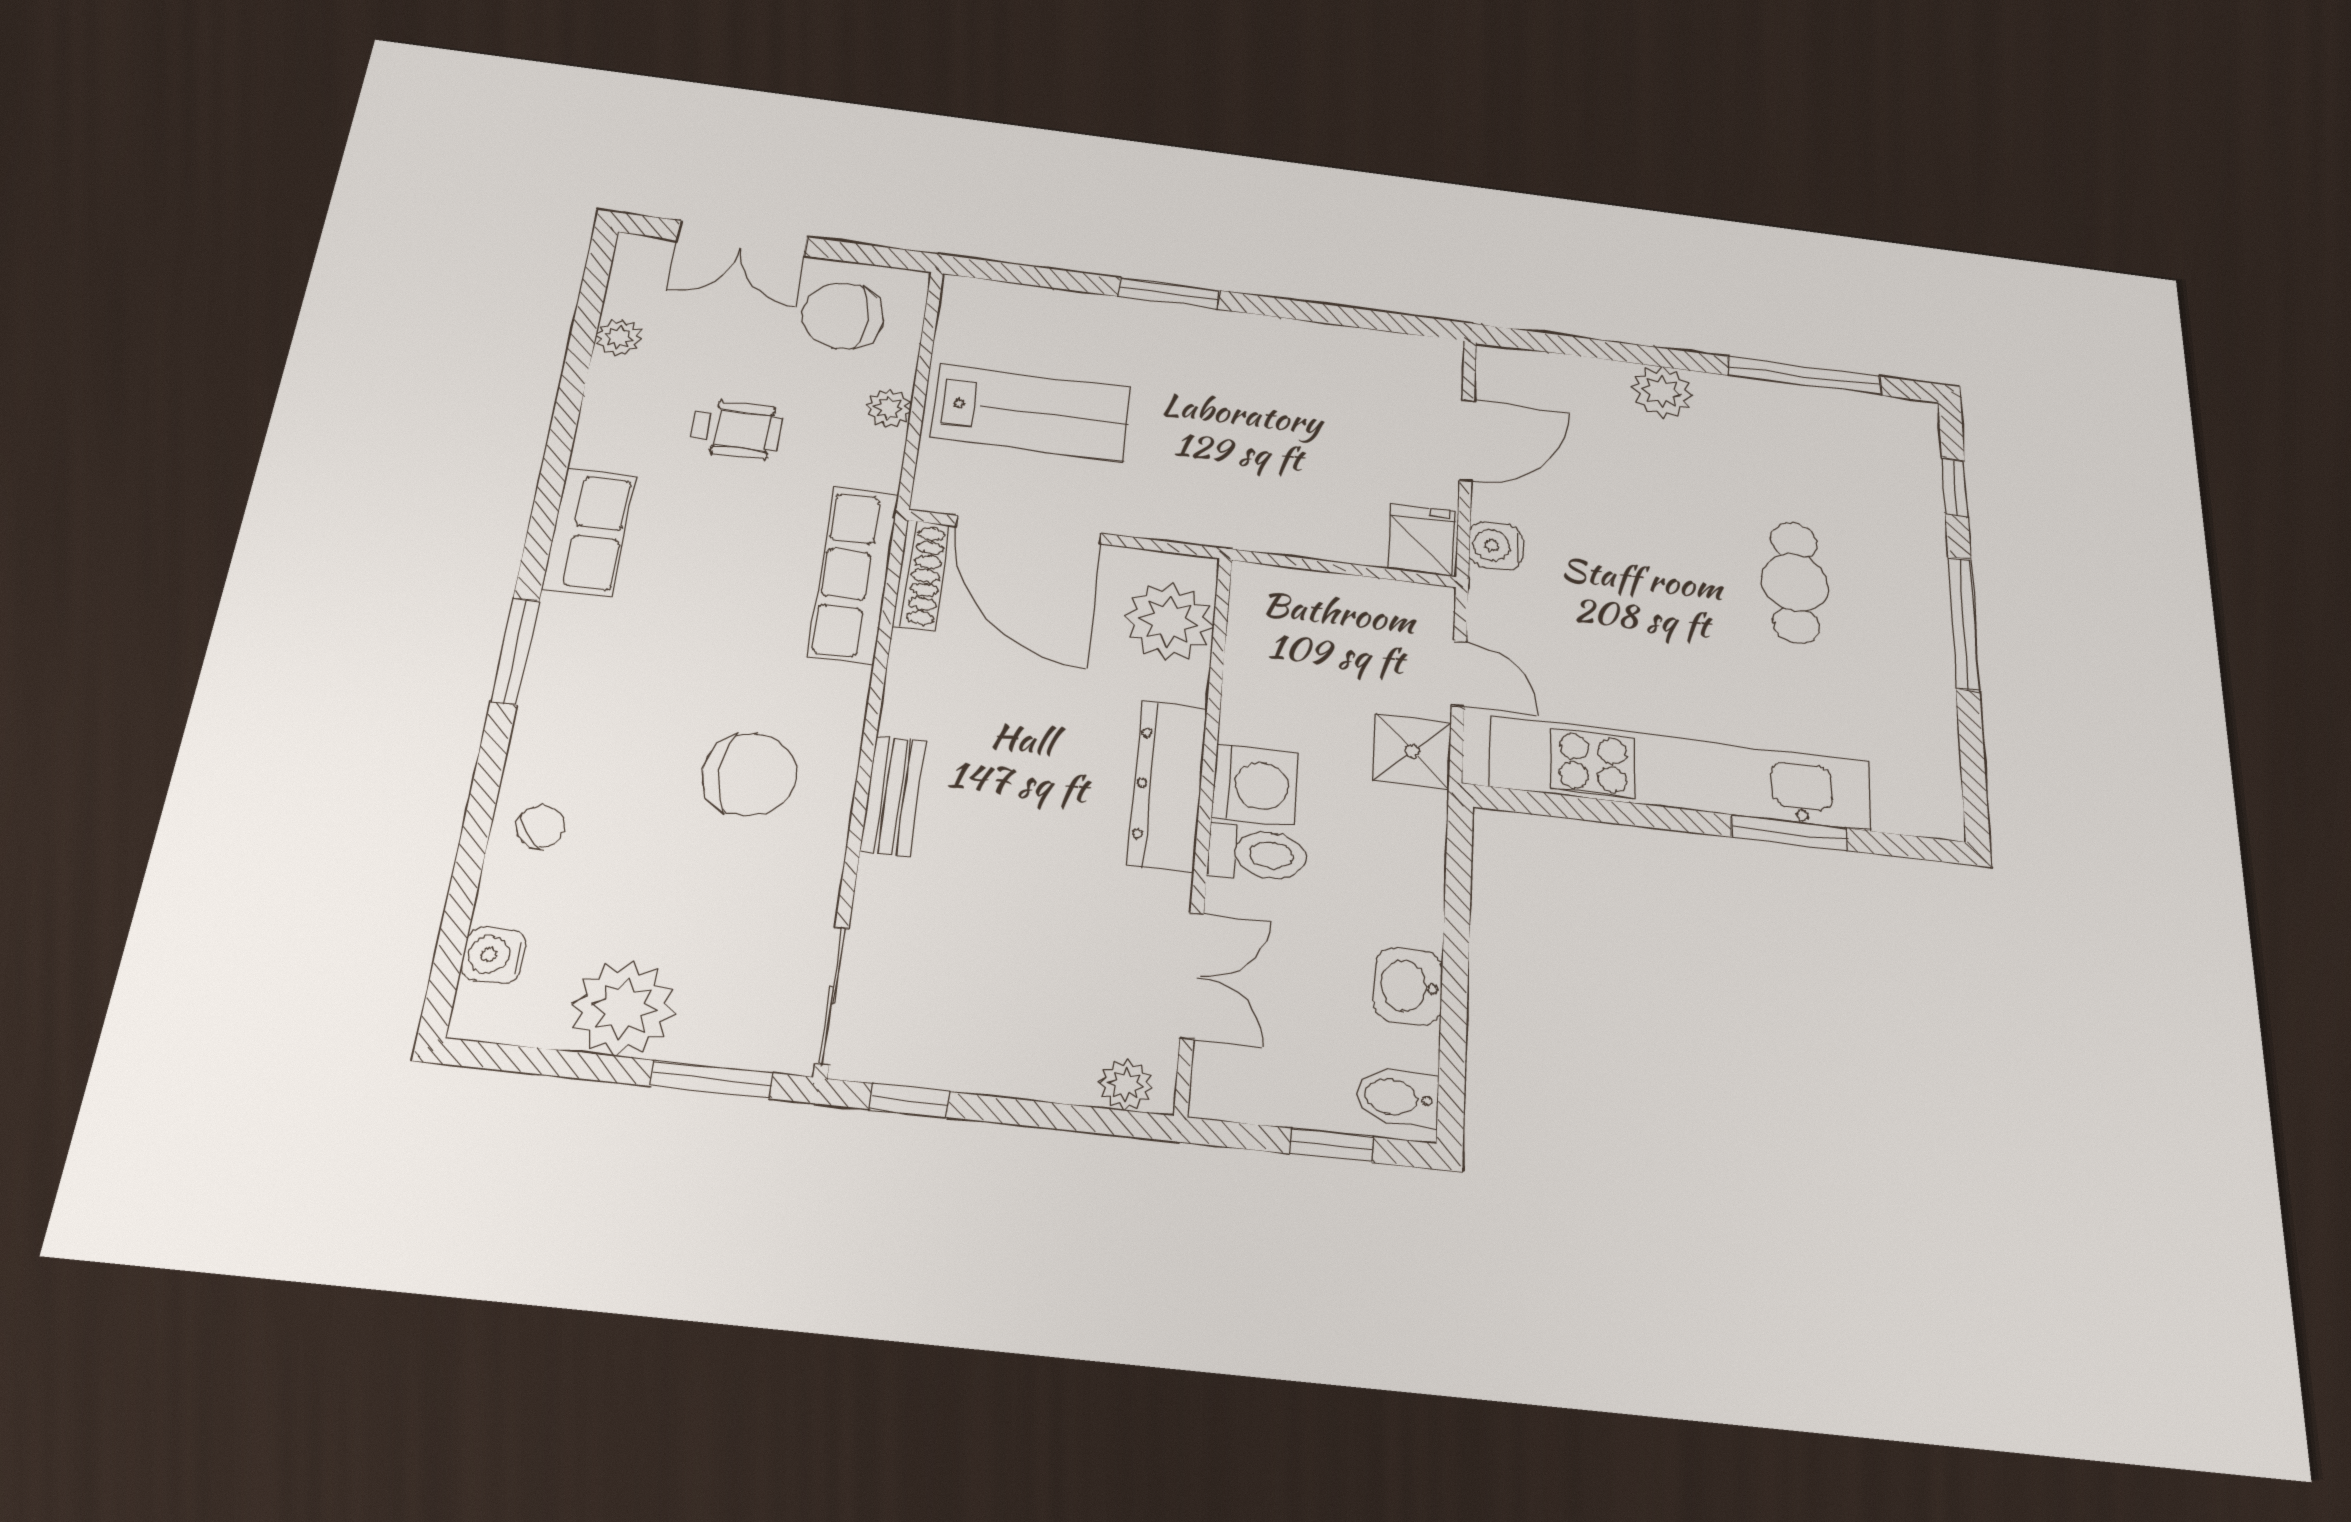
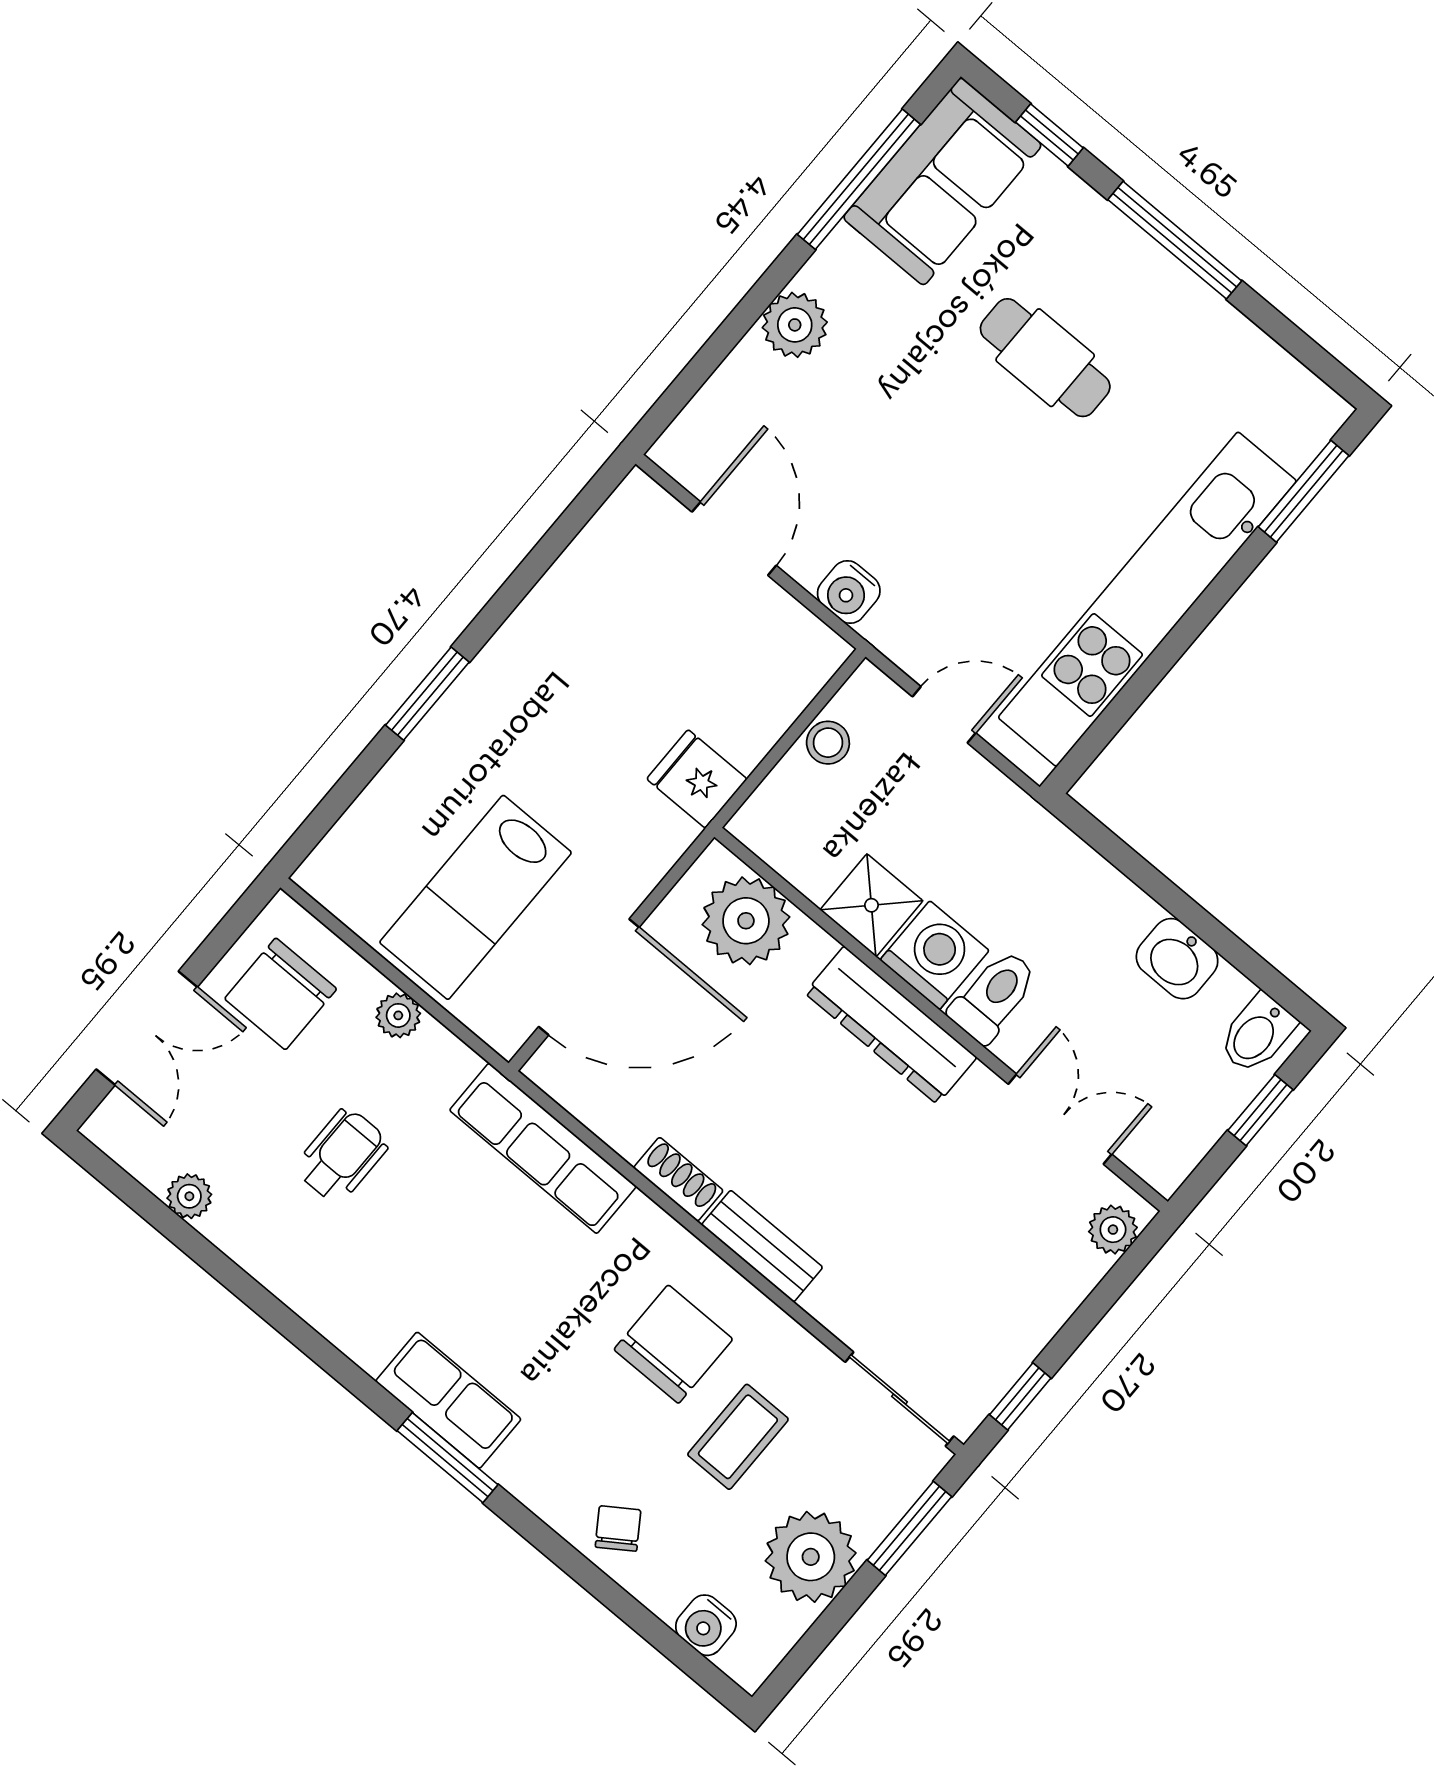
lab bench: (1031, 412) -> (476, 897), turned 180
sofa: (1855, 433) -> (942, 181), added
row of seats: (589, 532) -> (448, 1400), moved
fridge: (1422, 540) -> (697, 779), moved
shoe rack: (921, 575) -> (678, 1179), moved, width x0.70
stool: (1365, 599) -> (828, 743), added
shower: (1412, 751) -> (871, 905), moved
window: (1789, 833) -> (1304, 491), moved
coffee table: (699, 878) -> (738, 1437), added

